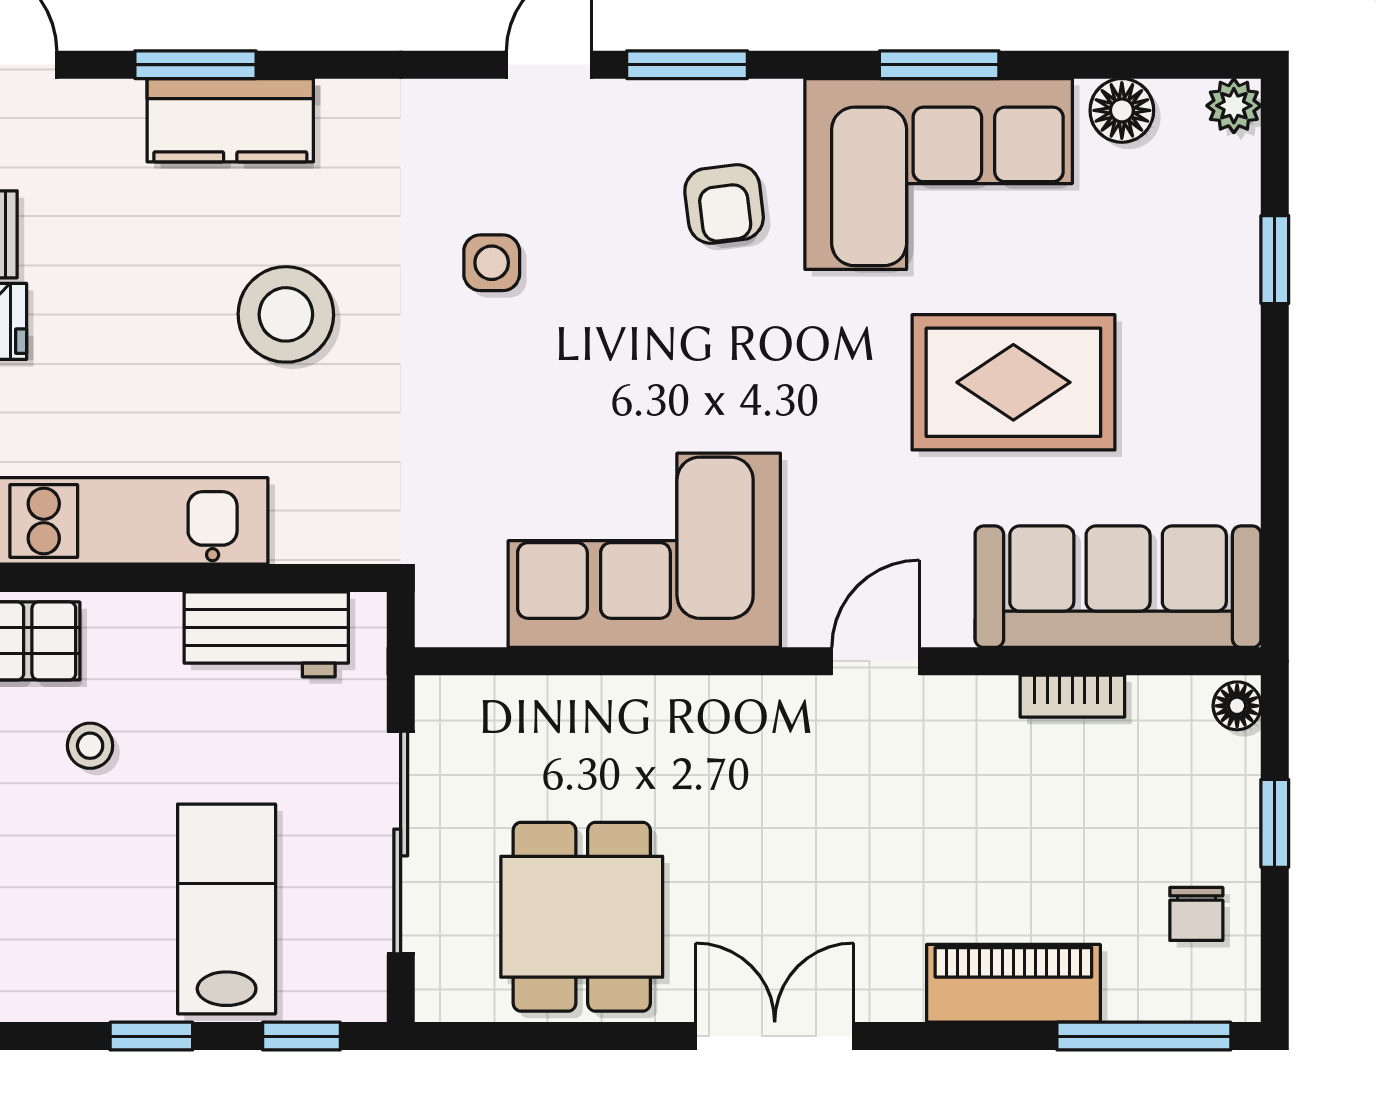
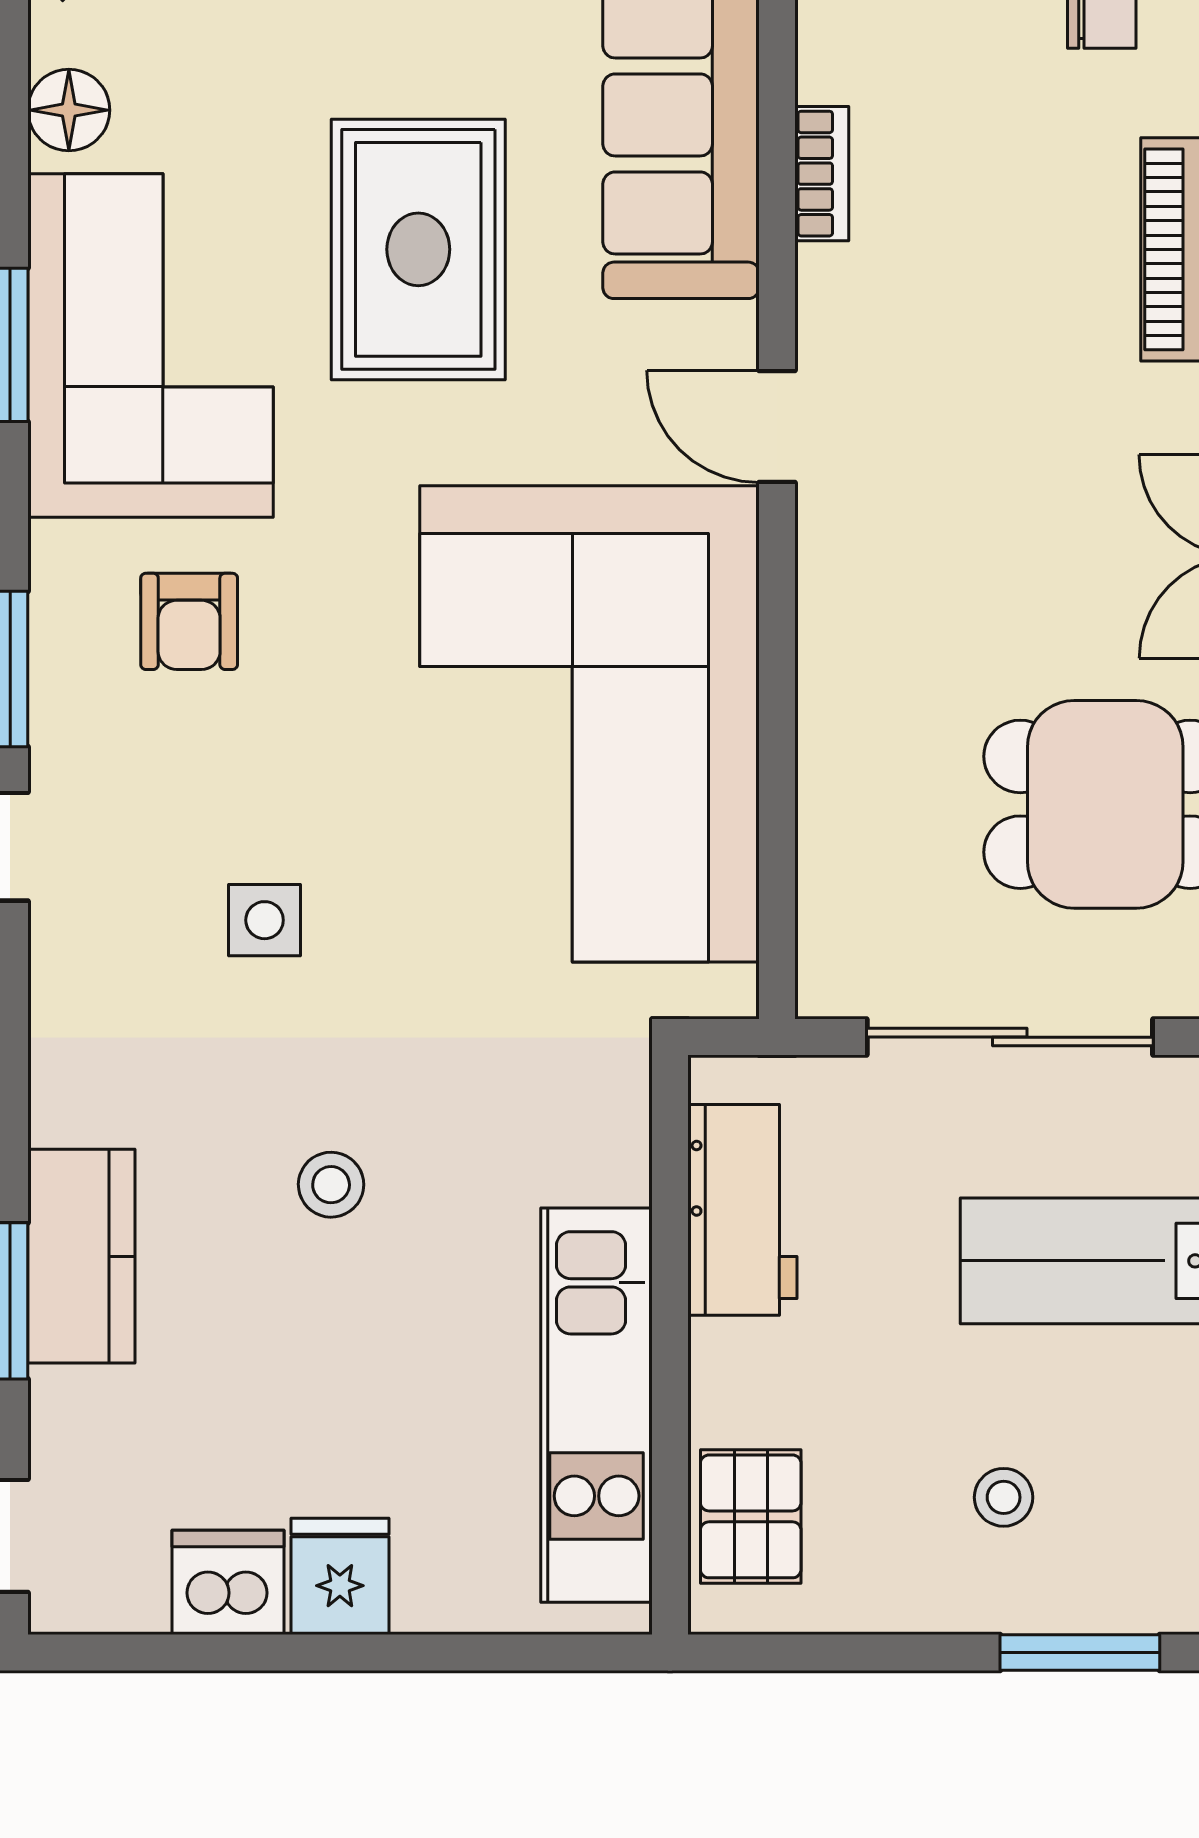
armchair: (724, 204) -> (189, 621), turned 97
stool: (286, 314) -> (331, 1185), width x0.53, depth x0.53
corner sofa: (644, 550) -> (589, 724), width x1.36, depth x1.36
stool: (90, 746) -> (1004, 1497), moved

